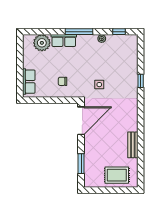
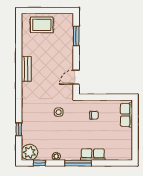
plant: (42, 43) -> (30, 152), moved
window: (141, 81) -> (19, 129), moved
door: (81, 121) -> (76, 77), width x0.53
bench: (133, 145) -> (26, 69), moved

